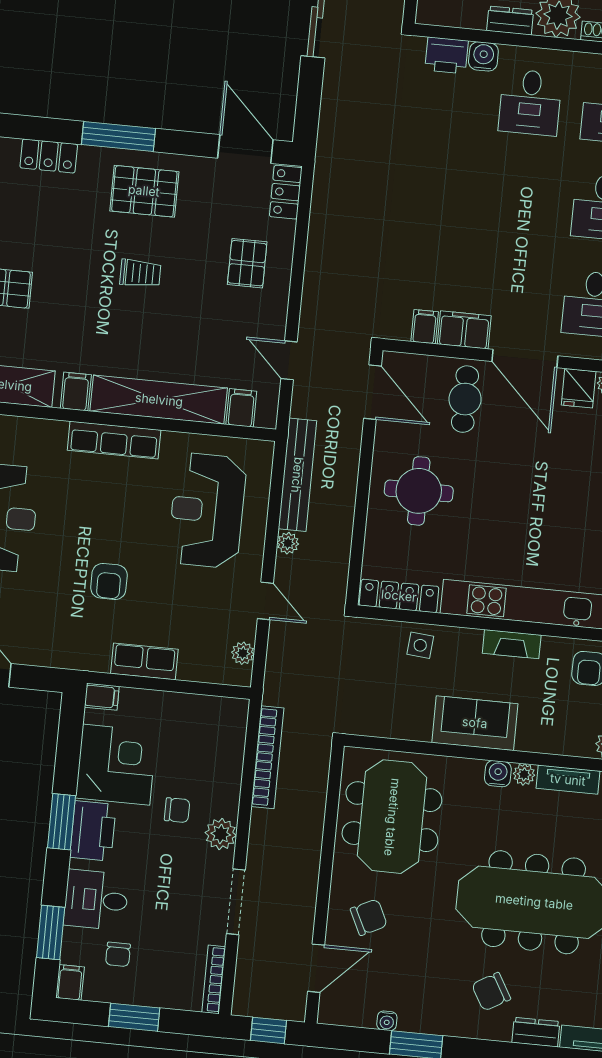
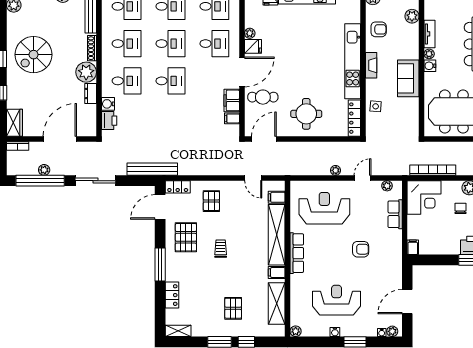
pallet: (144, 191) -> (186, 237), moved
desk: (521, 199) -> (170, 81), added
pallet: (247, 263) -> (211, 201), turned 90
door: (289, 360) -> (253, 178), hinge flipped
bench: (297, 475) -> (152, 169), moved
reception desk: (207, 510) -> (324, 208), turned 180
row of seats: (144, 661) -> (395, 214), moved
corner desk: (116, 765) -> (424, 197), moved, turned 180

